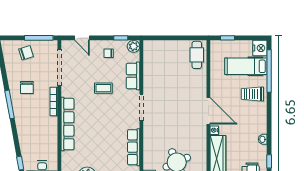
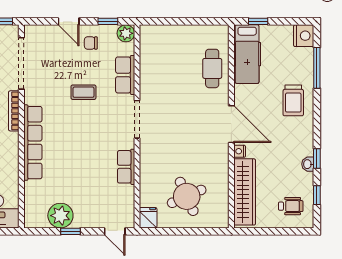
door: (82, 38) -> (69, 21), moved
cafe table: (197, 55) -> (212, 68), moved
hospital bed: (246, 66) -> (247, 54), moved, turned -90
window: (269, 71) -> (317, 68), width x0.68
trolley: (252, 94) -> (293, 100), turned -90
window: (269, 135) -> (317, 159), added
row of seats: (134, 147) -> (126, 167), width x0.68

